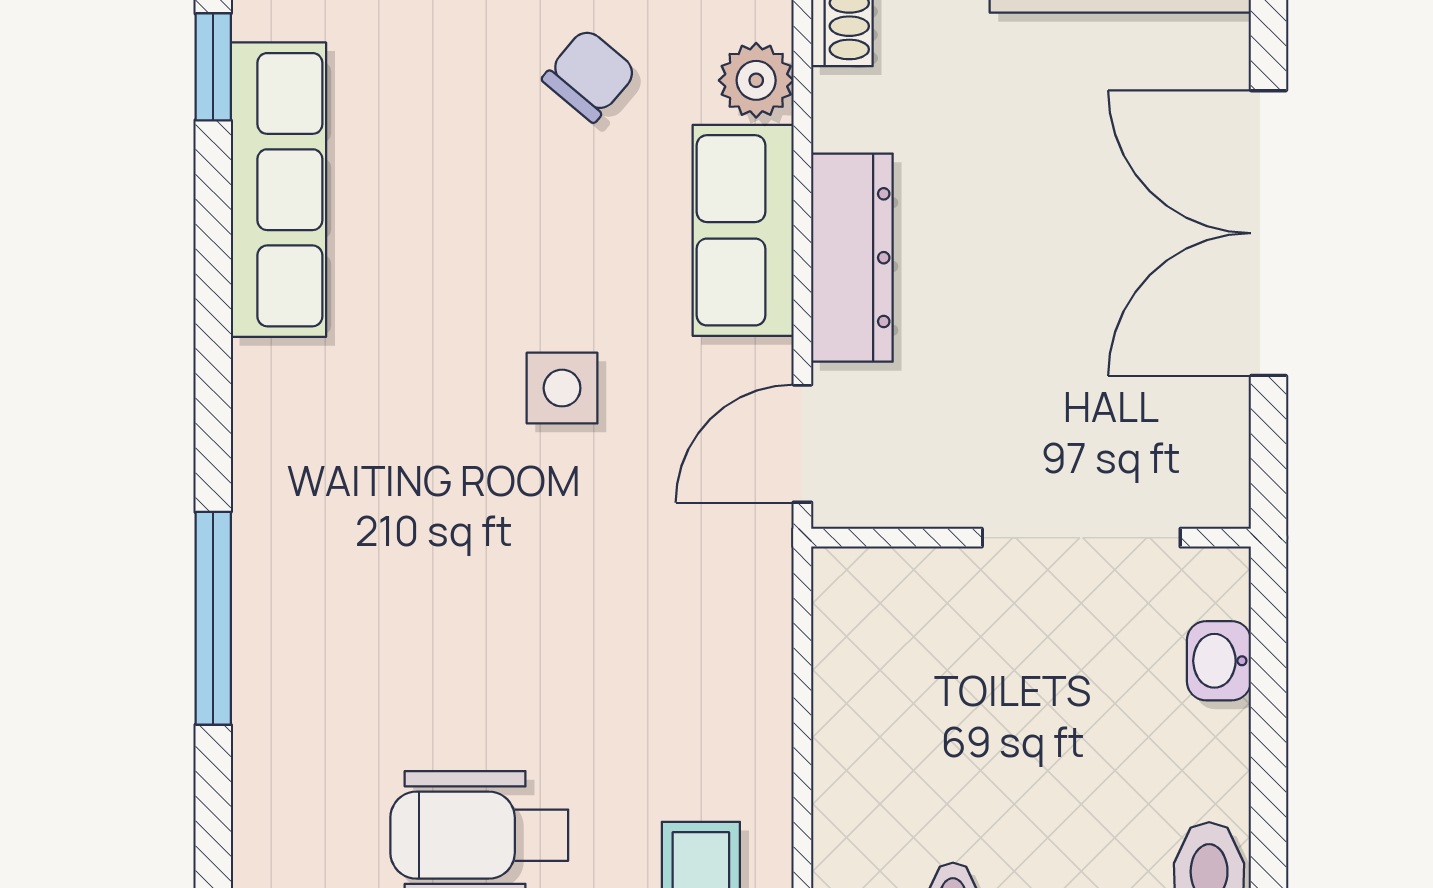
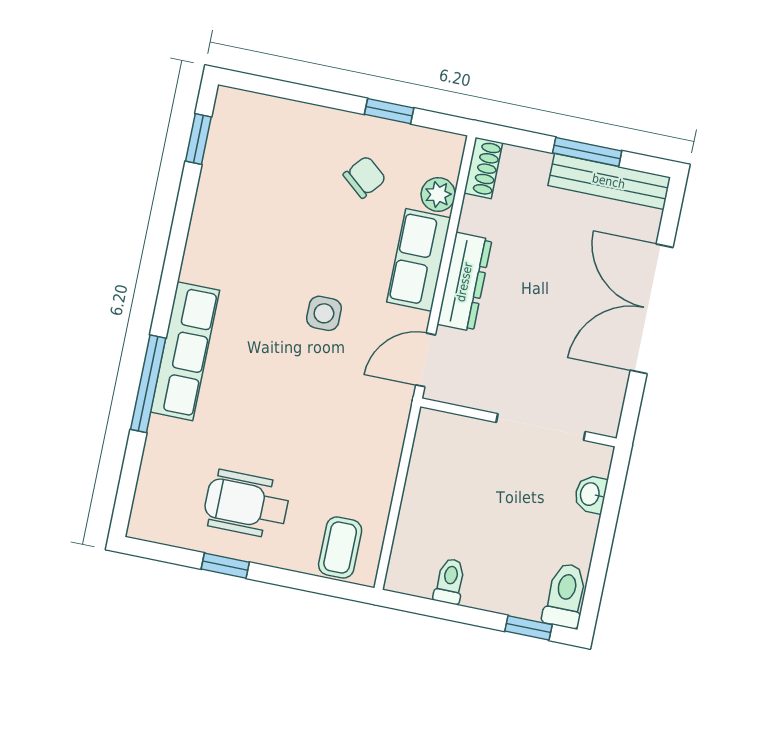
row of seats: (278, 190) -> (185, 351), moved

